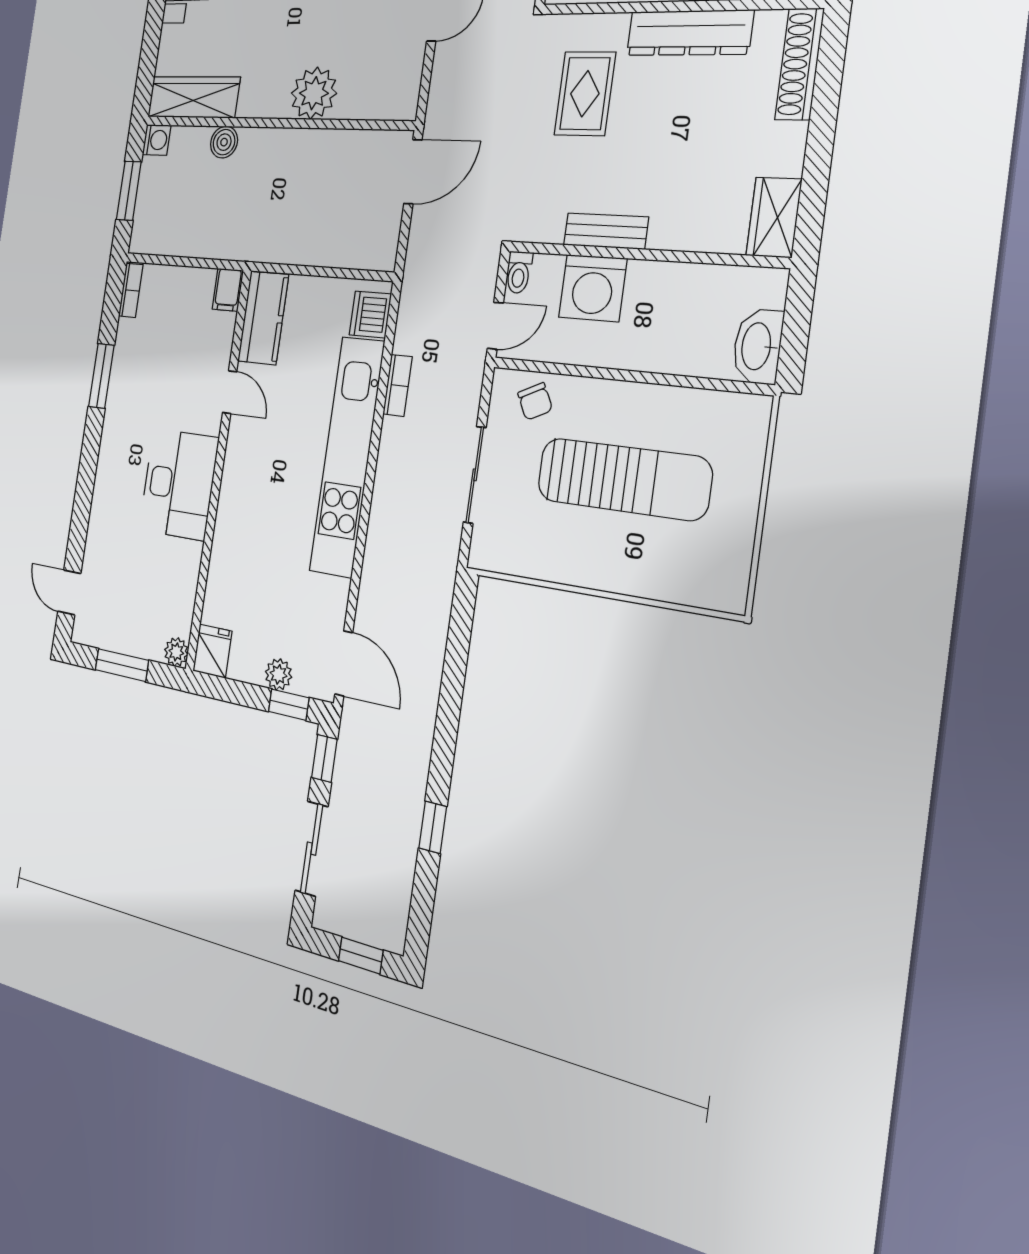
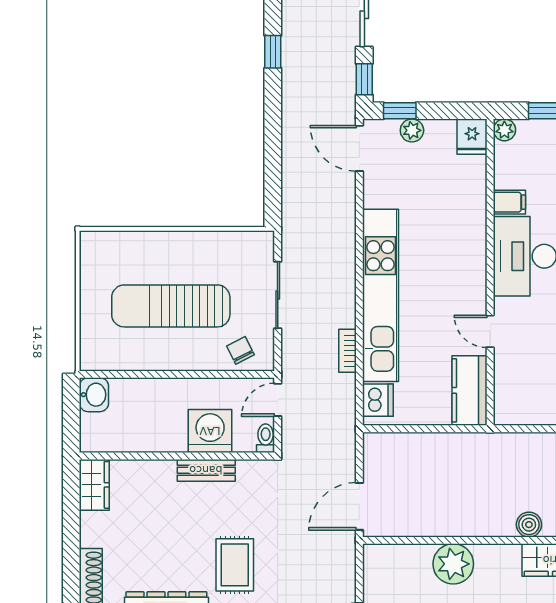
filing cabinet: (228, 290) -> (509, 202), moved, turned 90
washbasin: (758, 346) -> (94, 395), width x0.72

